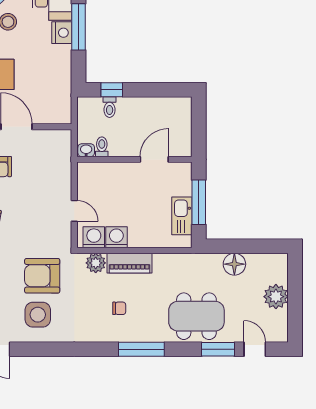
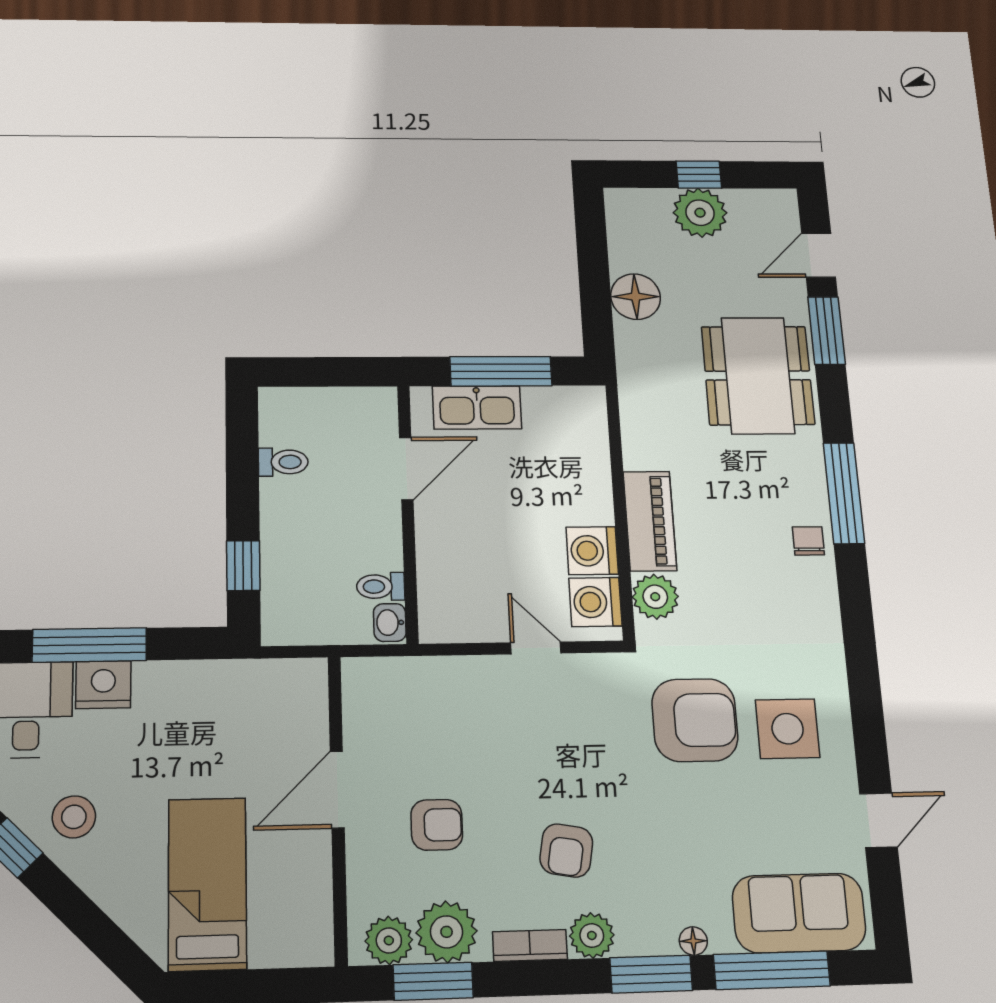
toilet: (110, 107) -> (283, 462), moved
door: (154, 159) -> (406, 468), swing flipped
door: (74, 211) -> (536, 648), hinge flipped
kitchen sink: (182, 216) -> (477, 408), moved
armchair: (42, 276) -> (695, 720), turned -90
window: (295, 298) -> (699, 175), added
chair: (119, 308) -> (808, 541), moved

